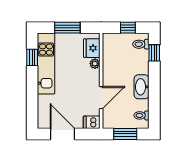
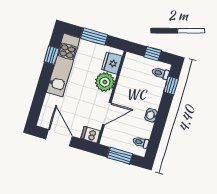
plant: (95, 64) -> (105, 82), width x1.87, depth x1.87
washbasin: (142, 87) -> (151, 115), width x0.52, depth x0.69

